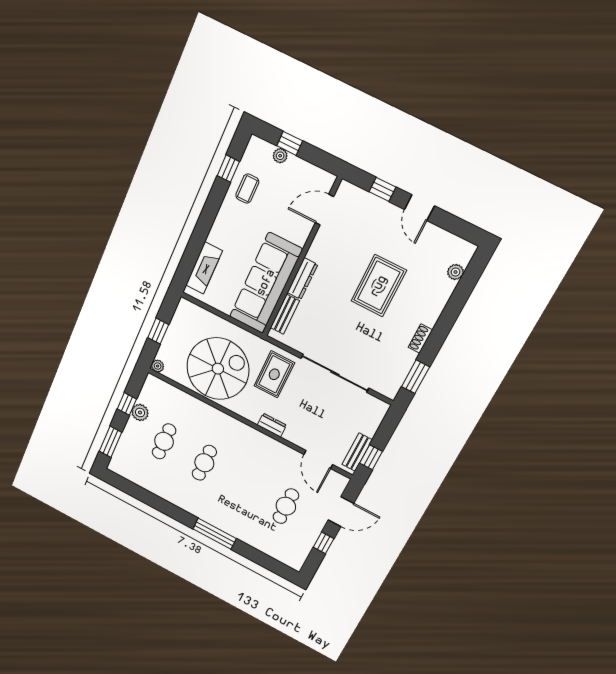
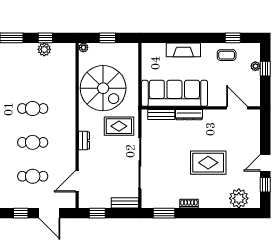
window: (382, 189) -> (265, 185), moved
fireplace: (204, 268) -> (183, 50), moved
plant: (455, 272) -> (239, 198), width x1.88, depth x1.88
cafe table: (164, 441) -> (33, 142), moved
bench: (357, 452) -> (125, 203), moved

